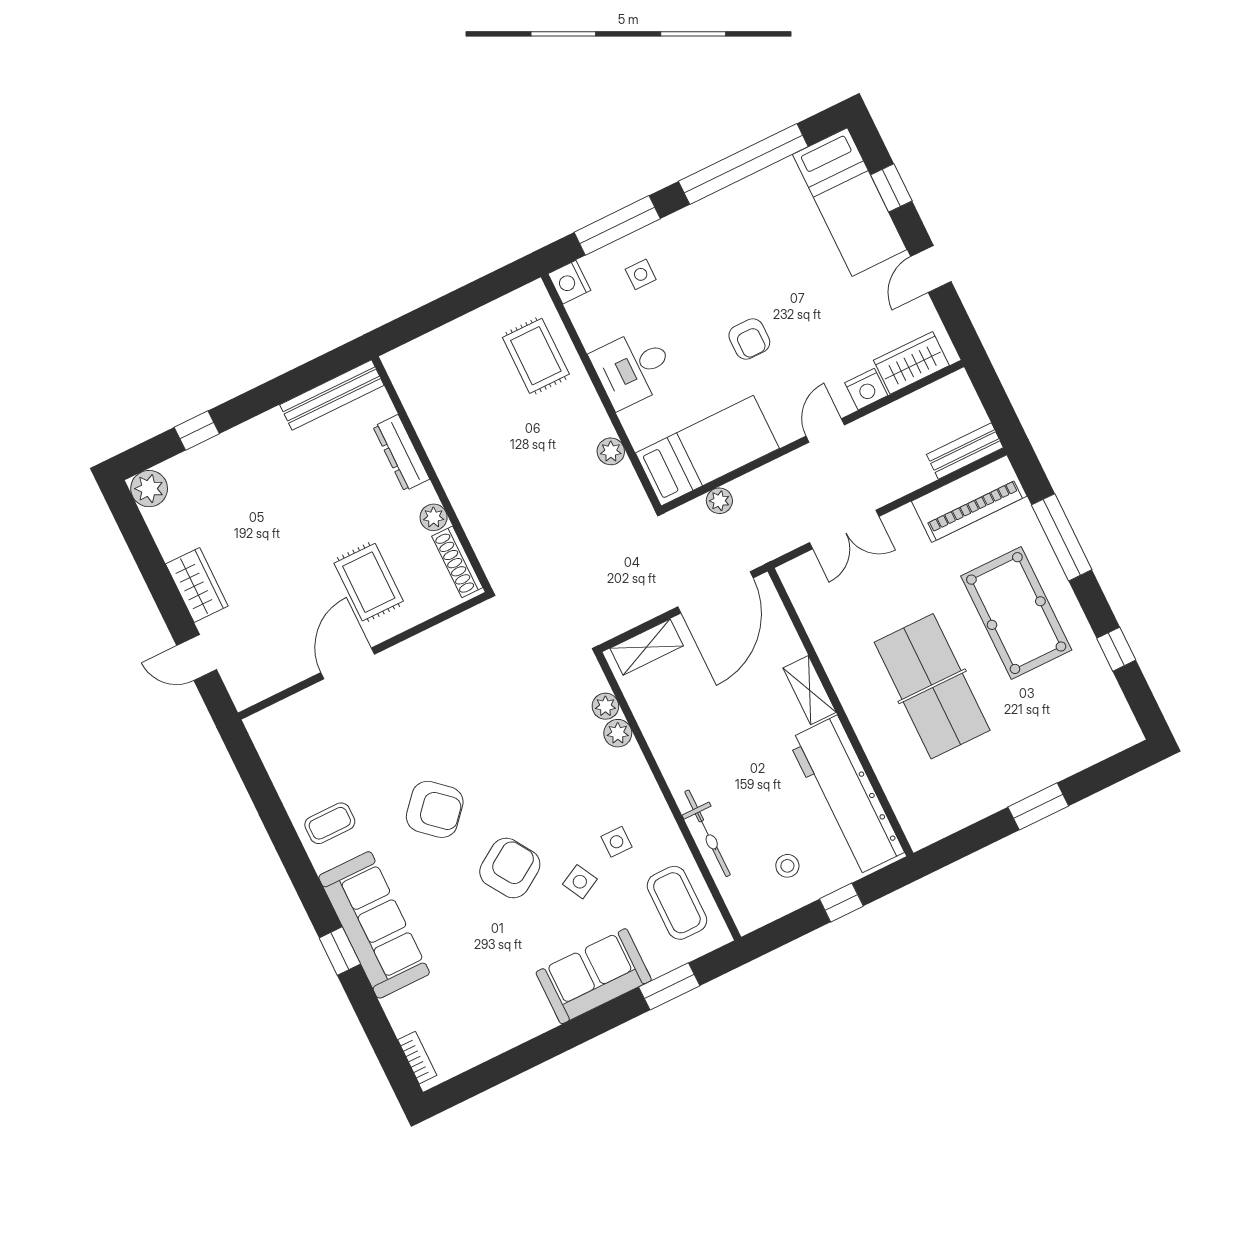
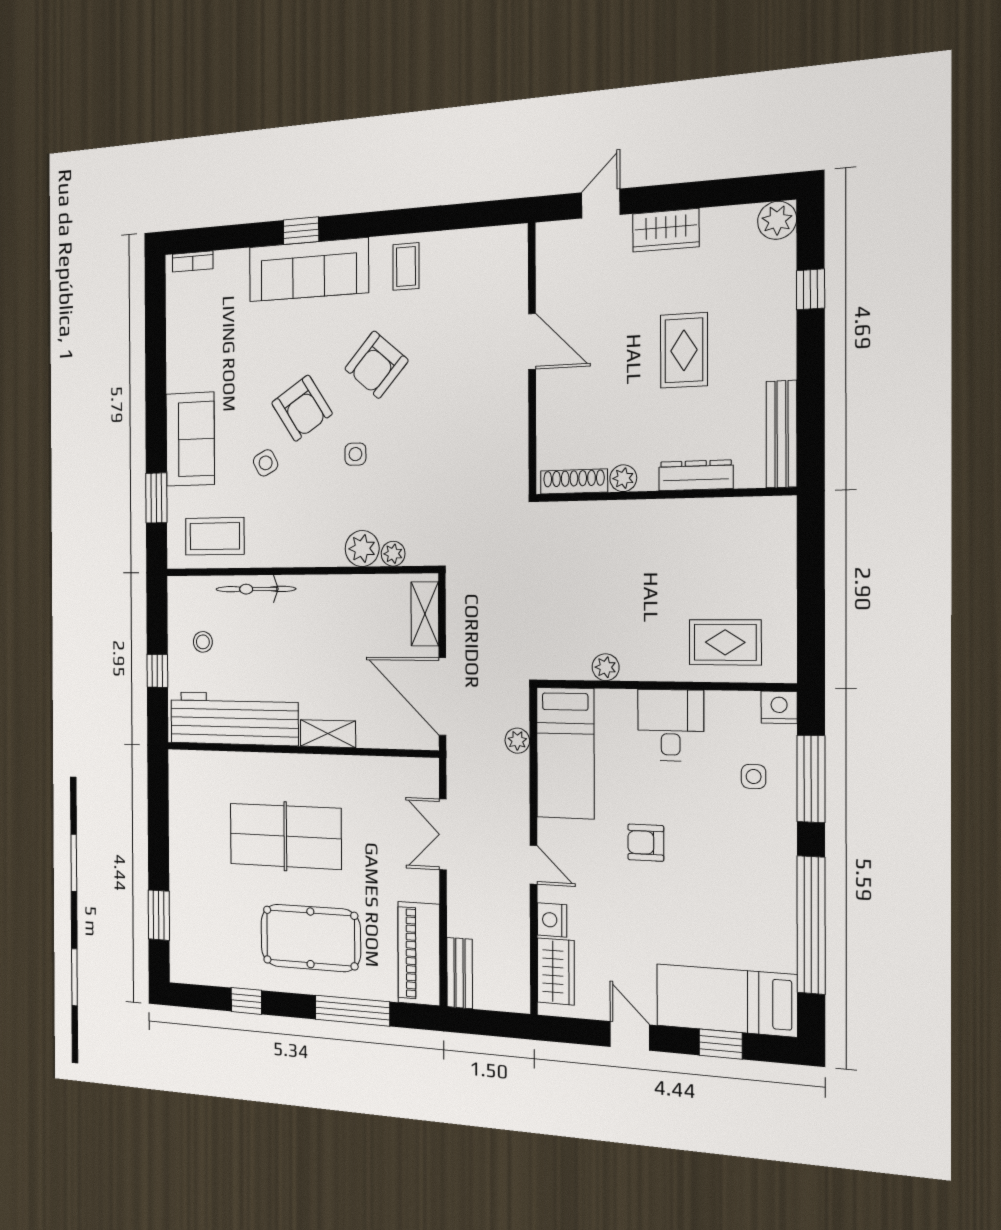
rug: (369, 582) -> (684, 350), moved, turned 90
plant: (618, 733) -> (362, 549), width x1.38, depth x1.38
window: (1038, 806) -> (159, 915), moved
side table: (617, 842) -> (355, 454), moved

